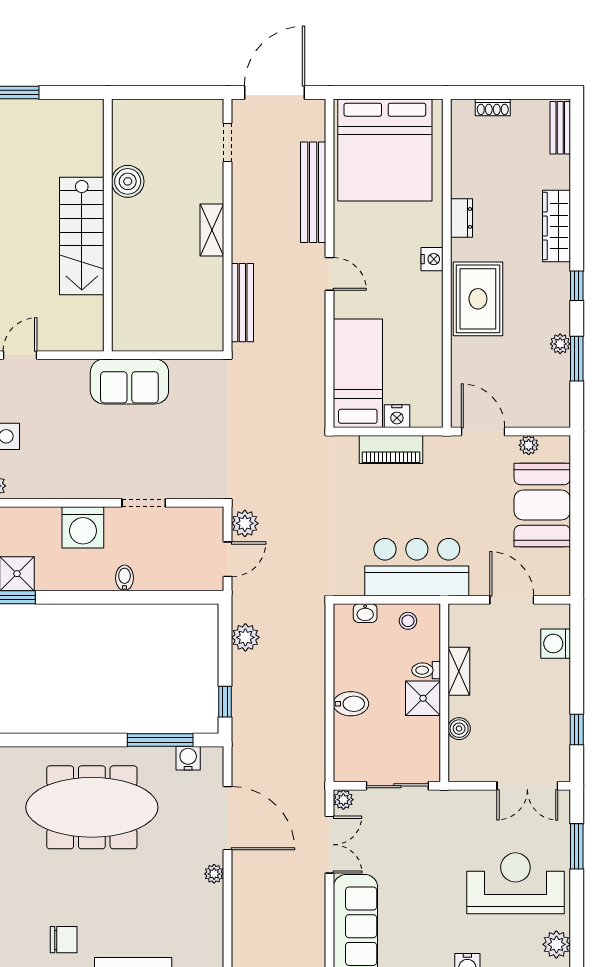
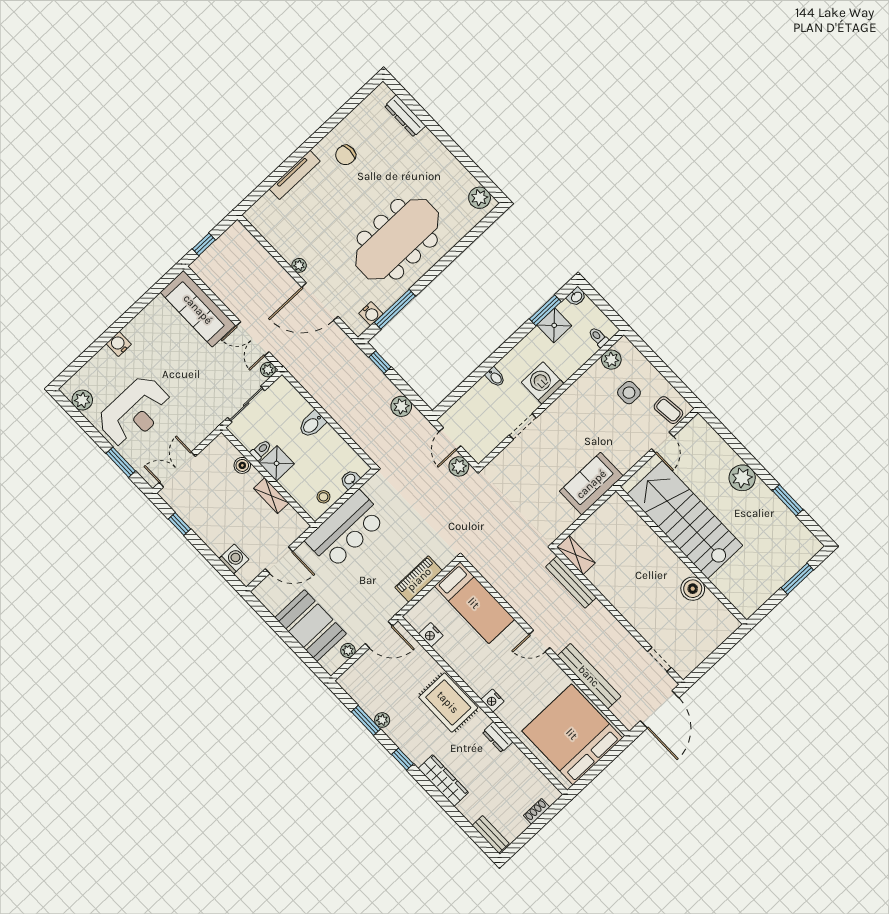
shelving: (212, 230) -> (576, 555), moved
stairs: (82, 236) -> (685, 520), width x1.36, depth x1.51
nightstand: (397, 416) -> (431, 635), moved, turned -90
toilet: (426, 670) -> (261, 450), moved

